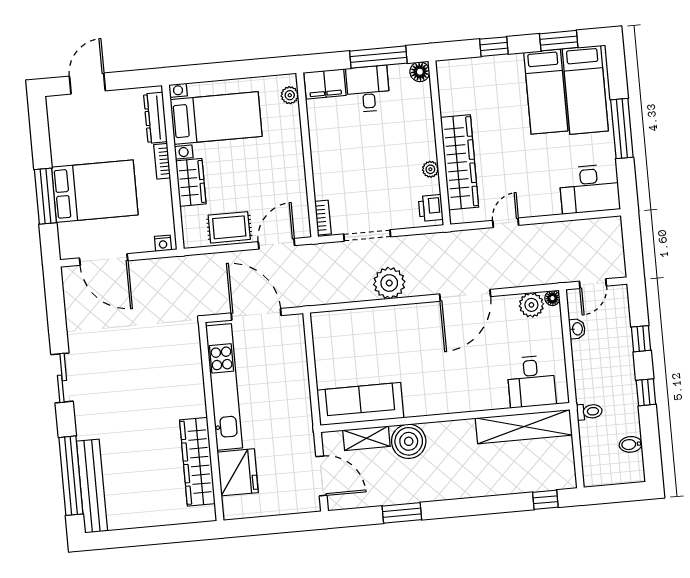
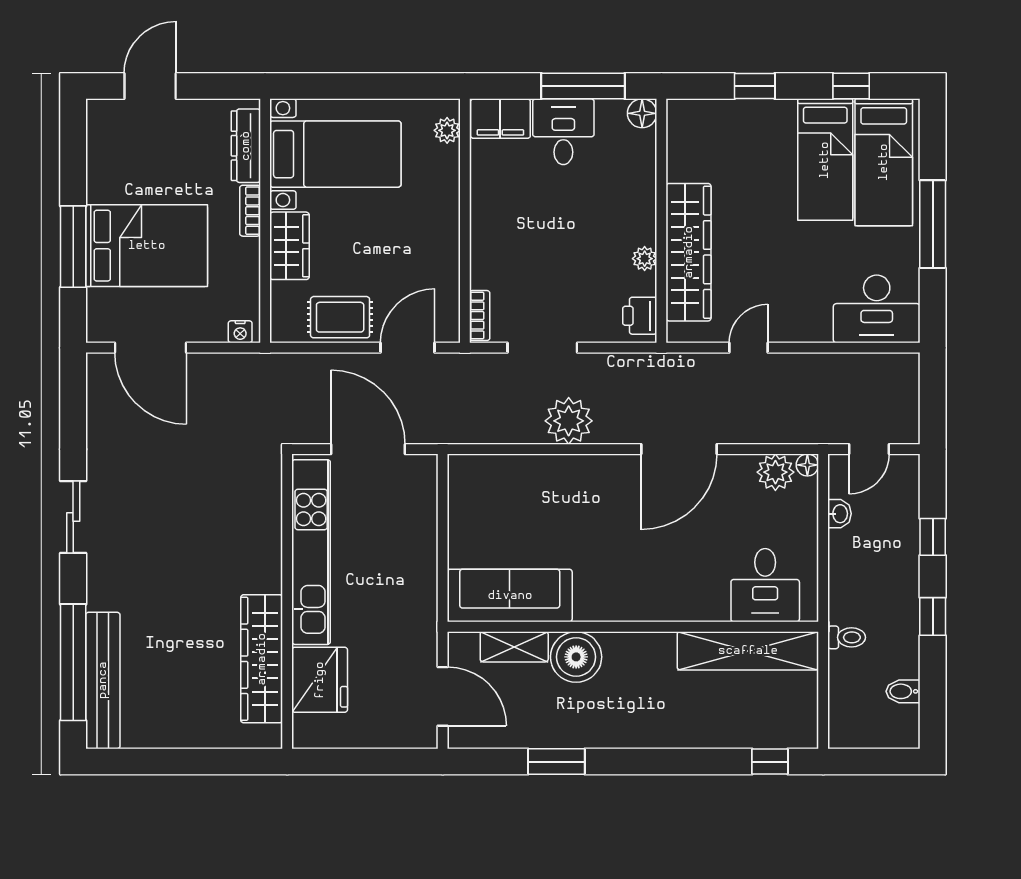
window: (559, 41) -> (851, 86), width x0.67

